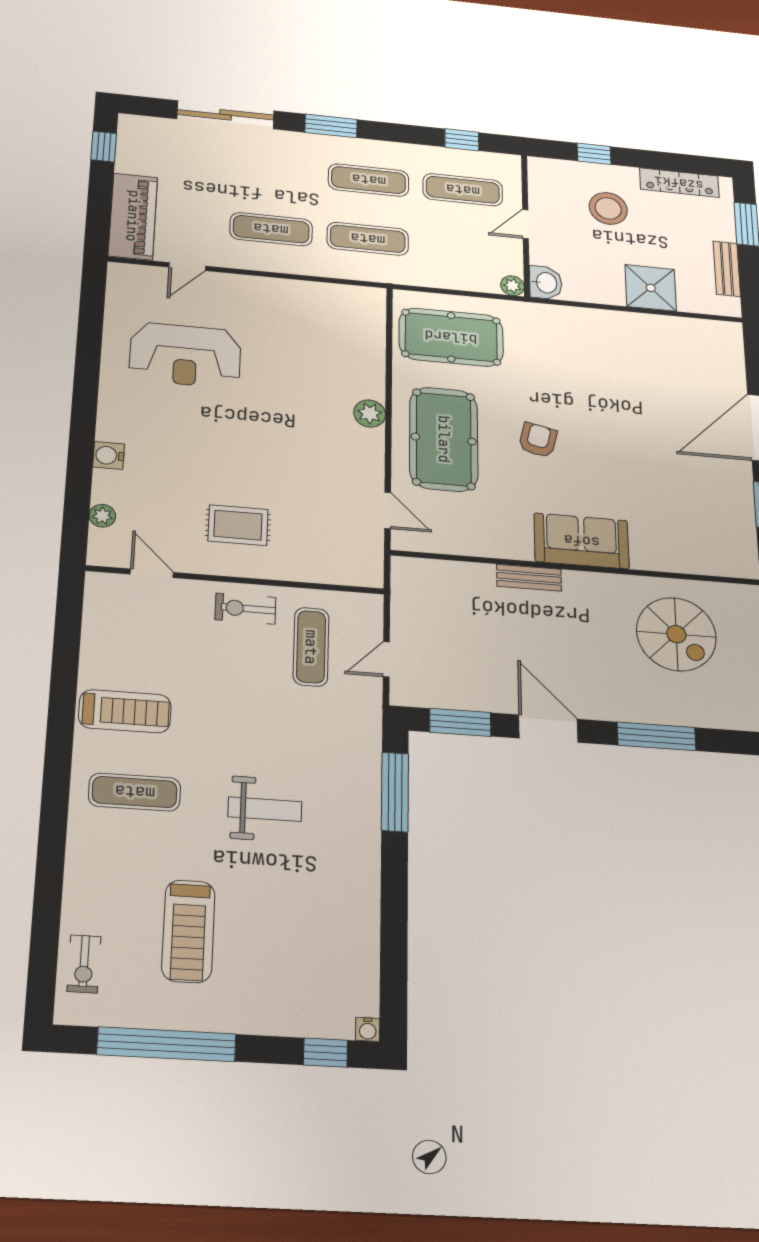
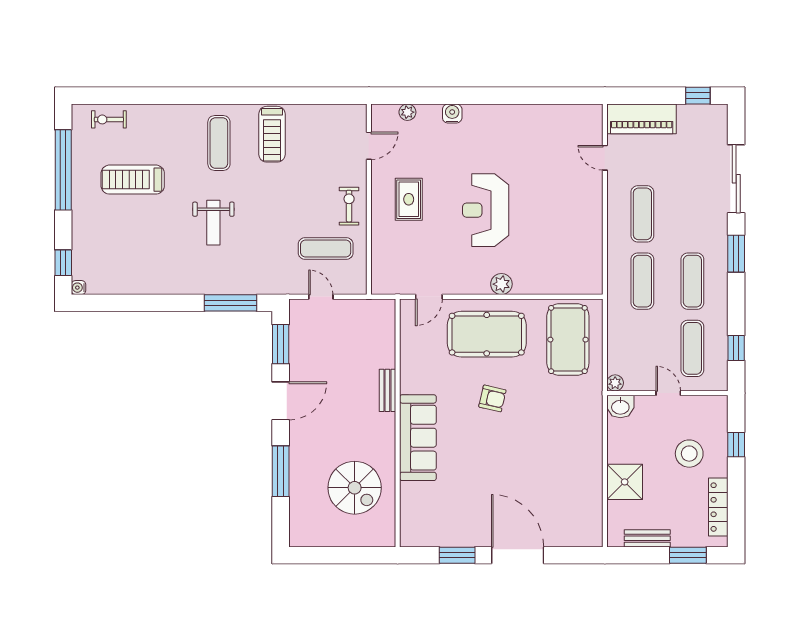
reception desk: (185, 355) -> (486, 210), moved
sofa: (582, 541) -> (418, 438), width x1.36
spiral stairs: (676, 634) -> (355, 488), turned -90

